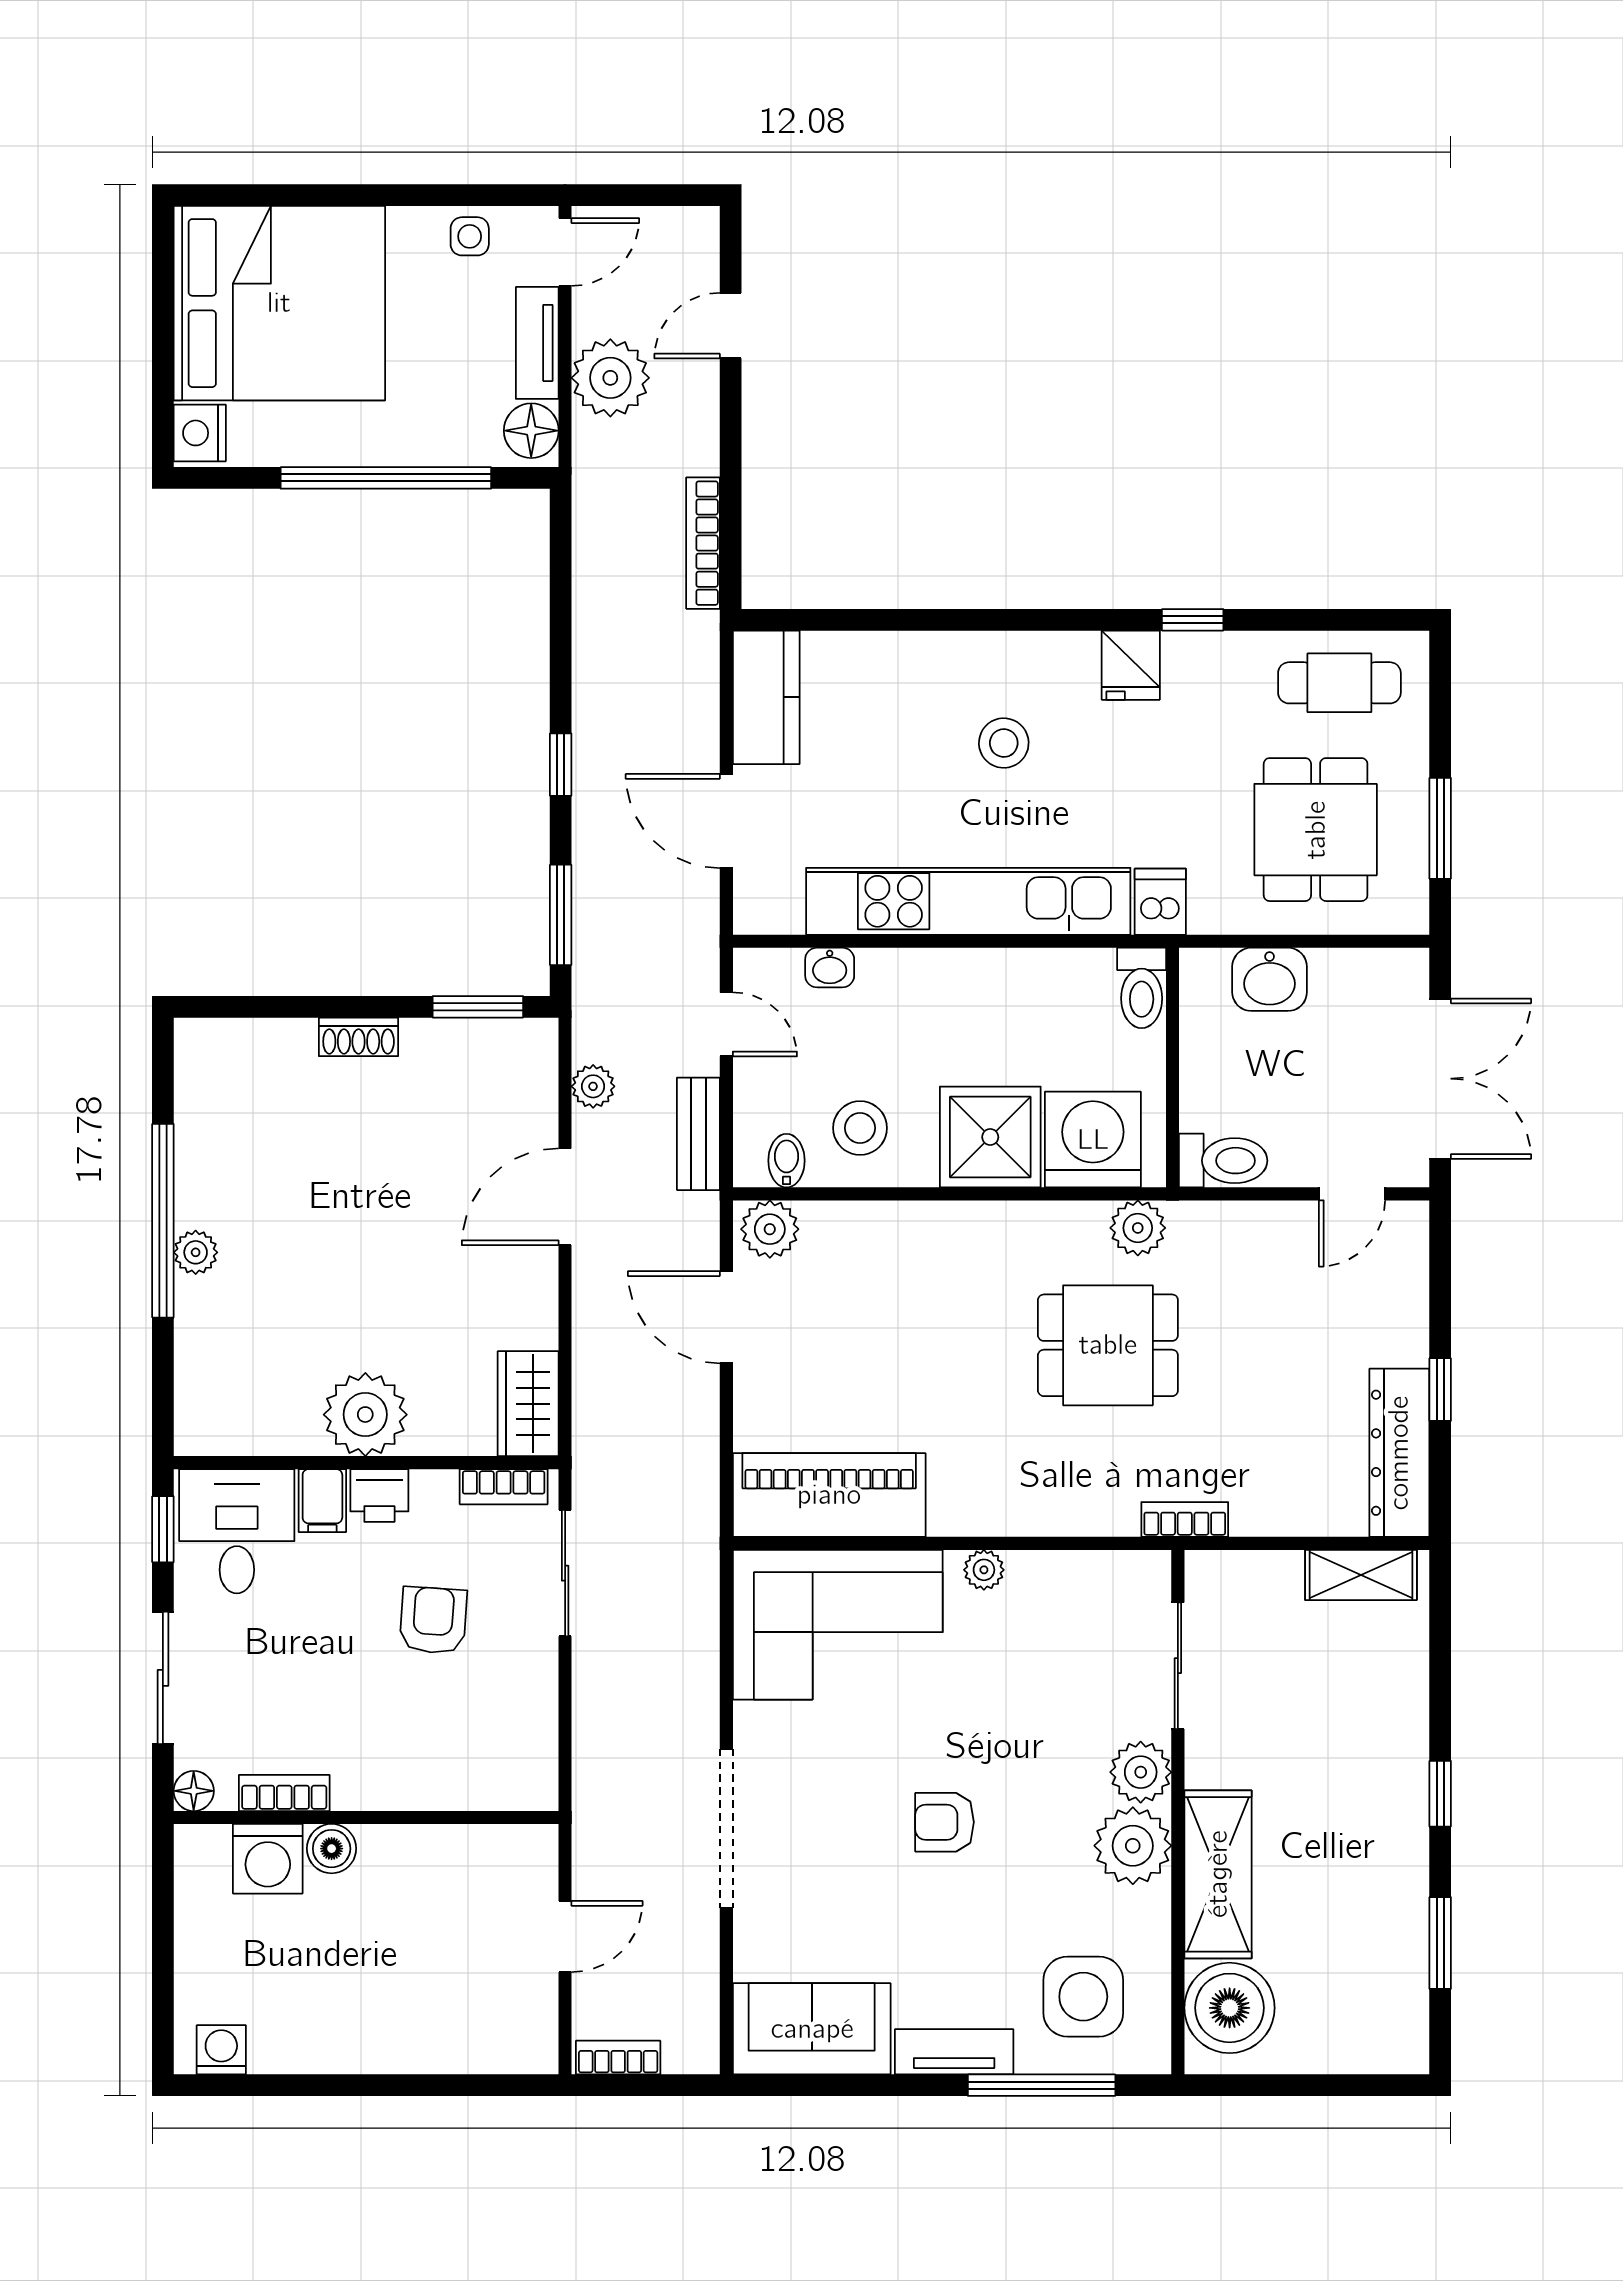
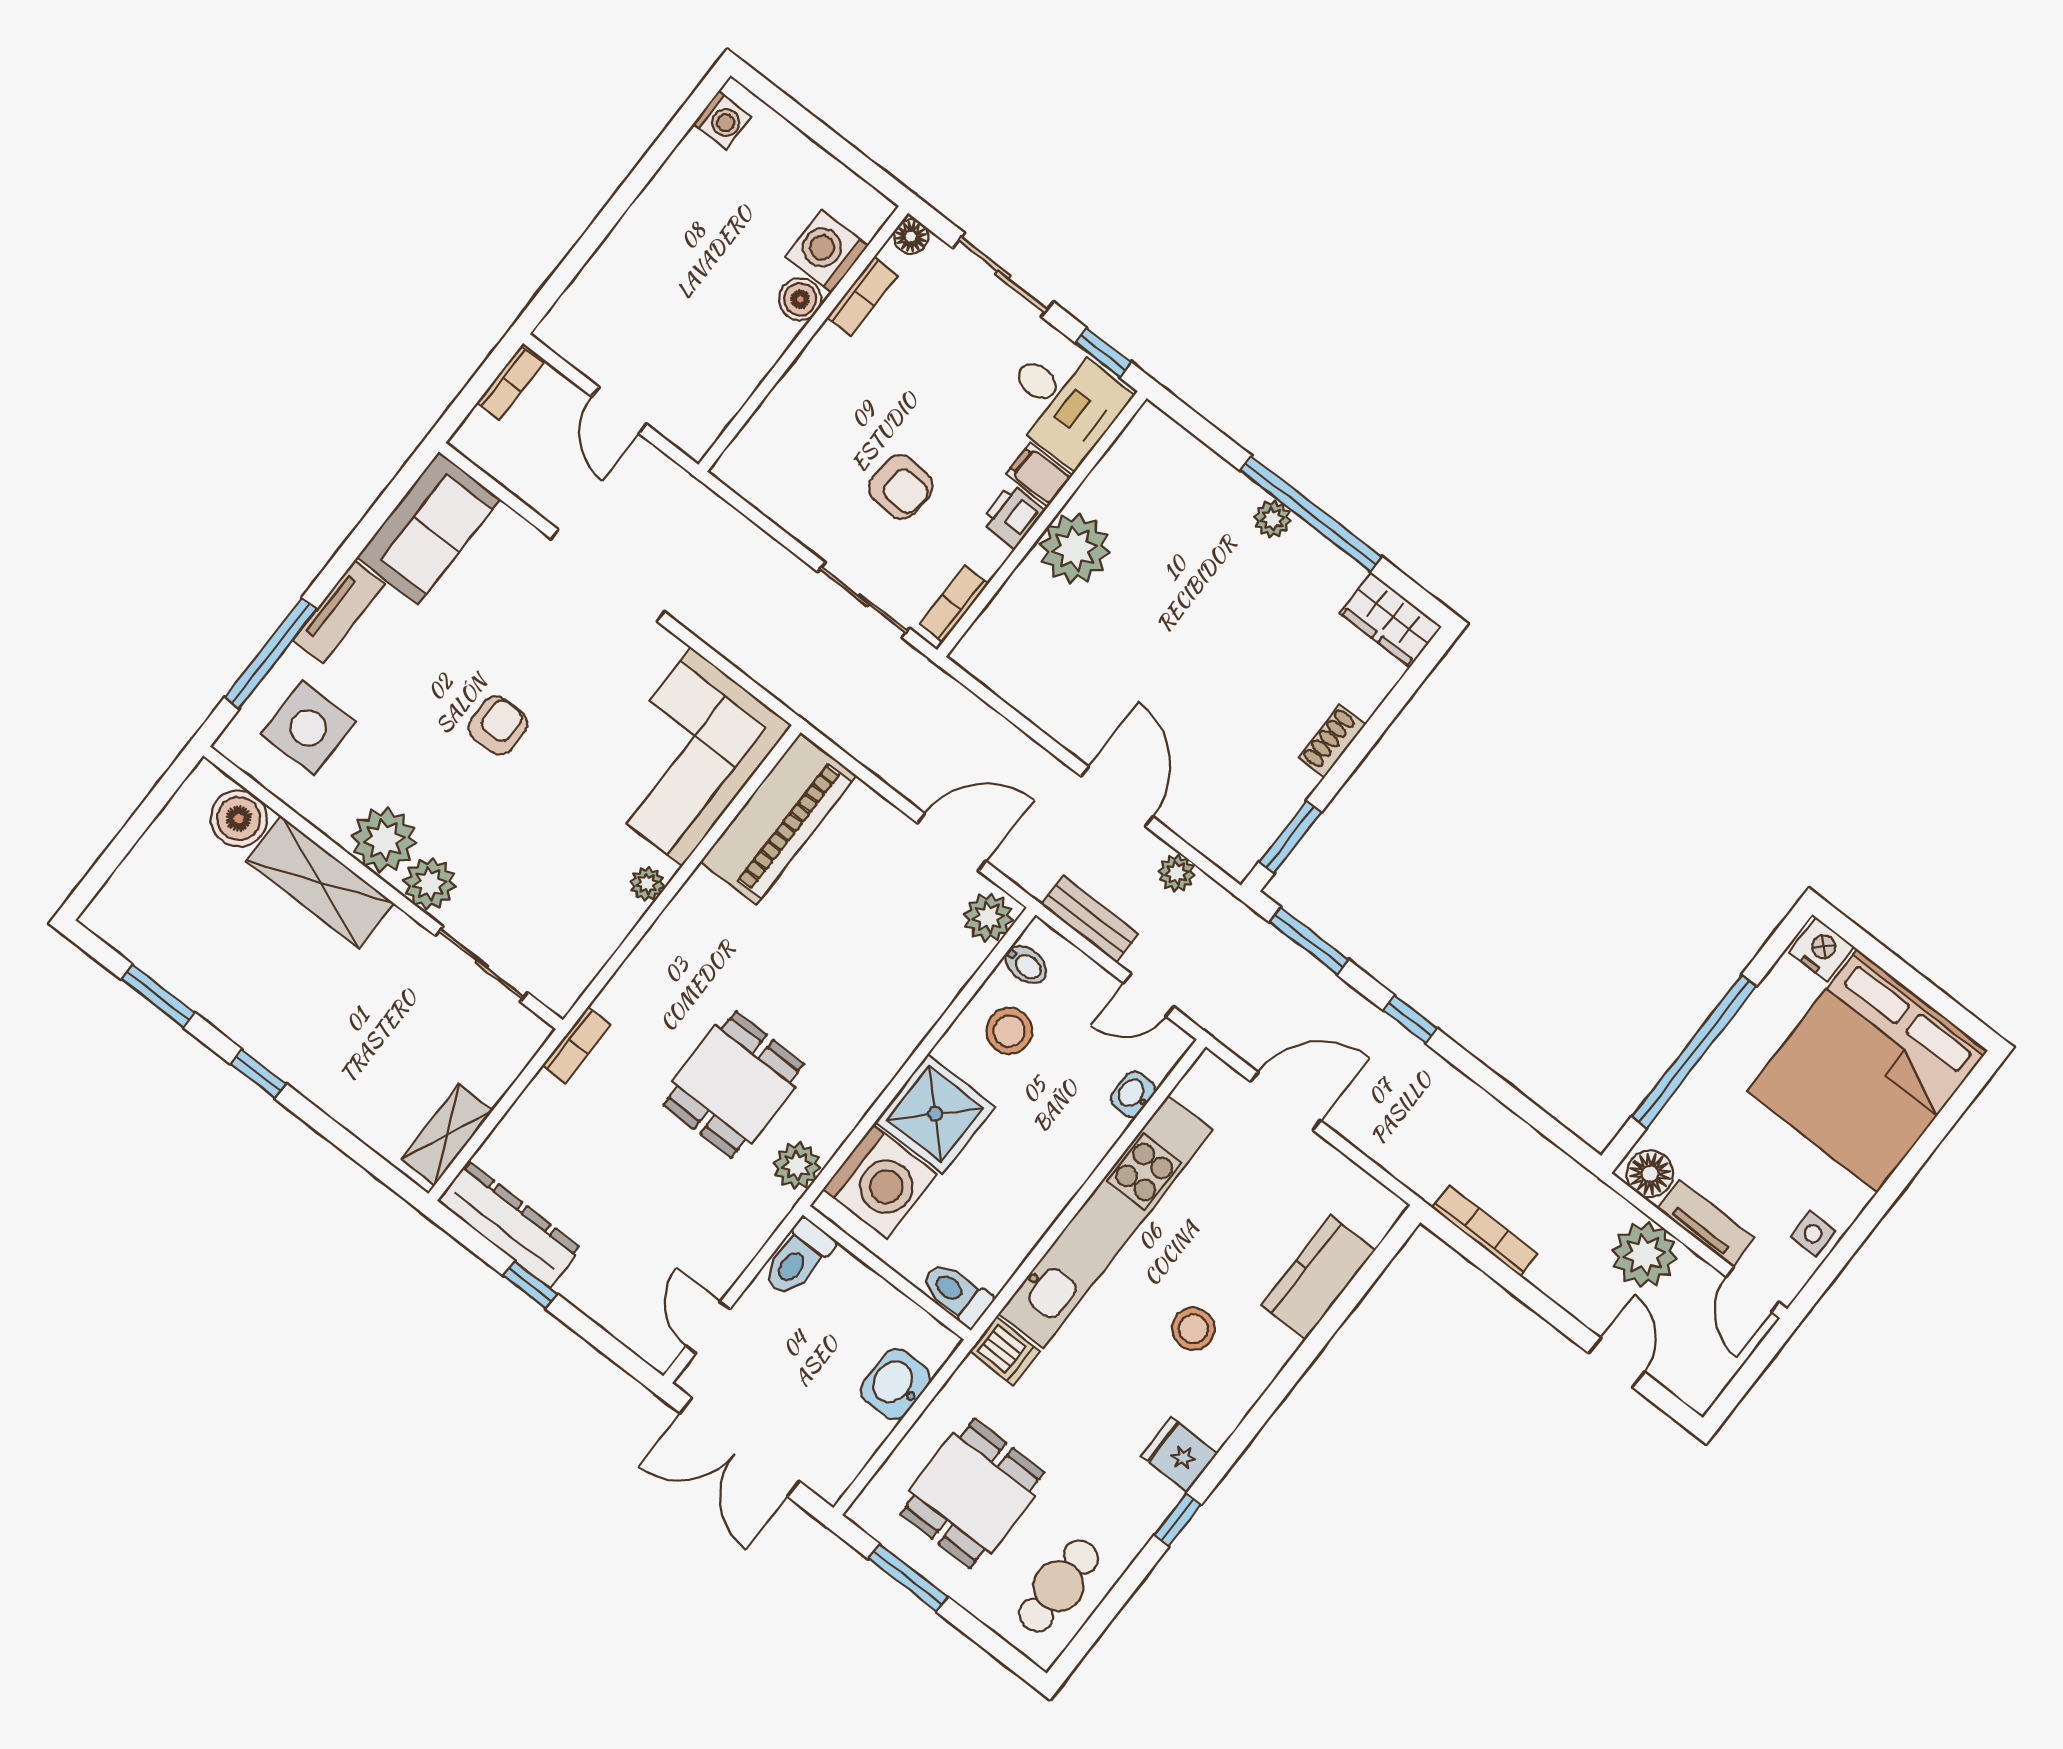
kitchen counter: (766, 697) -> (1318, 1277), moved, turned 90
dining table: (1316, 830) -> (972, 1493), turned 90
wardrobe: (528, 1404) -> (1390, 620), moved, turned 180
boiler: (1230, 2008) -> (239, 818), width x0.73, depth x0.73

